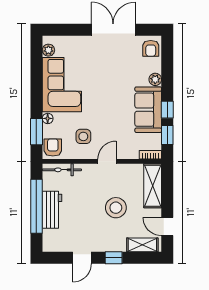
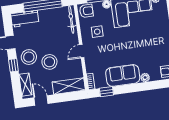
window: (167, 110) -> (125, 89), removed
door: (107, 161) -> (82, 51), swing flipped
workbench: (52, 210) -> (25, 19), moved
door: (167, 226) -> (41, 101), hinge flipped
stool: (105, 235) -> (29, 57), added

